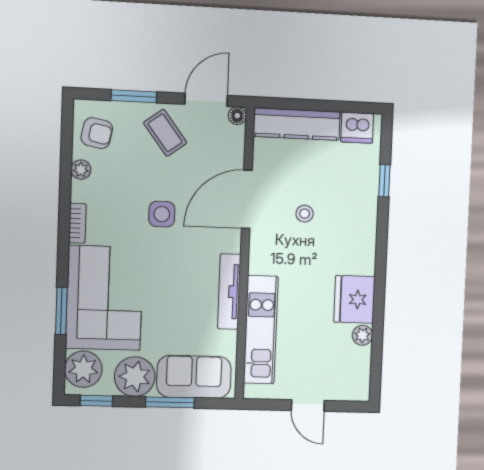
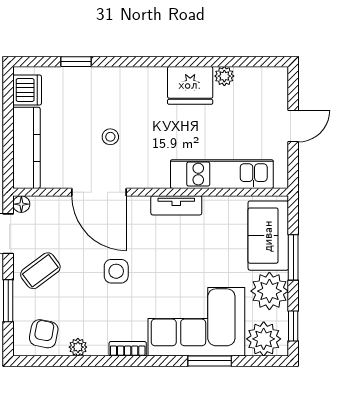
tv unit: (229, 292) -> (176, 205), width x0.71

